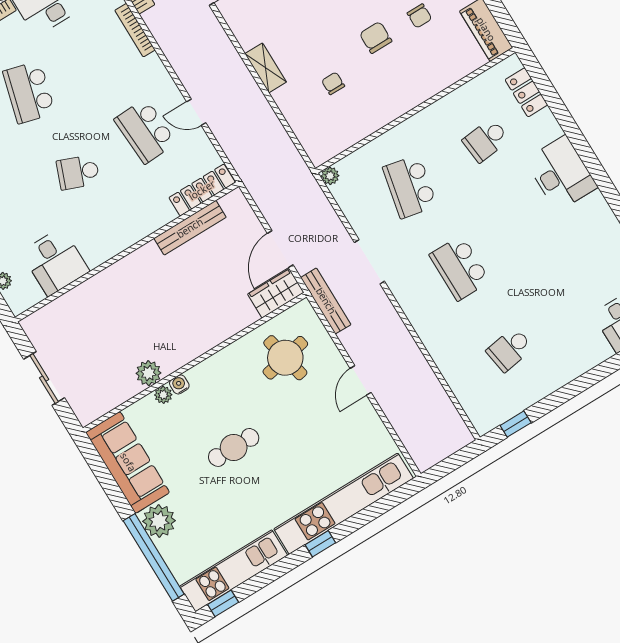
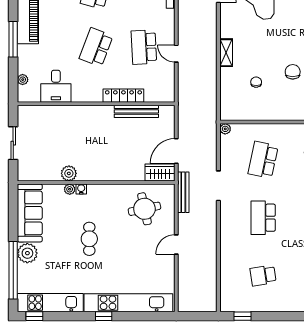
school desk: (78, 172) -> (96, 47), width x1.85
locker: (202, 190) -> (123, 96), moved
cafe table: (234, 447) -> (89, 239), turned 90

